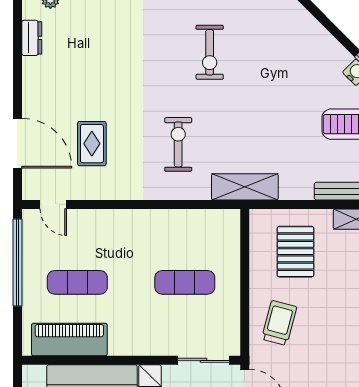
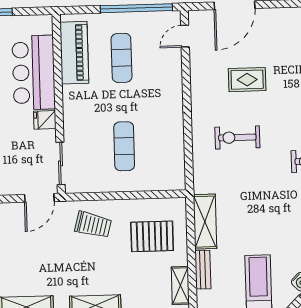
rug: (92, 144) -> (247, 80), moved
exercise bike: (178, 144) -> (237, 137), turned 180
shelving: (245, 187) -> (205, 222), moved

